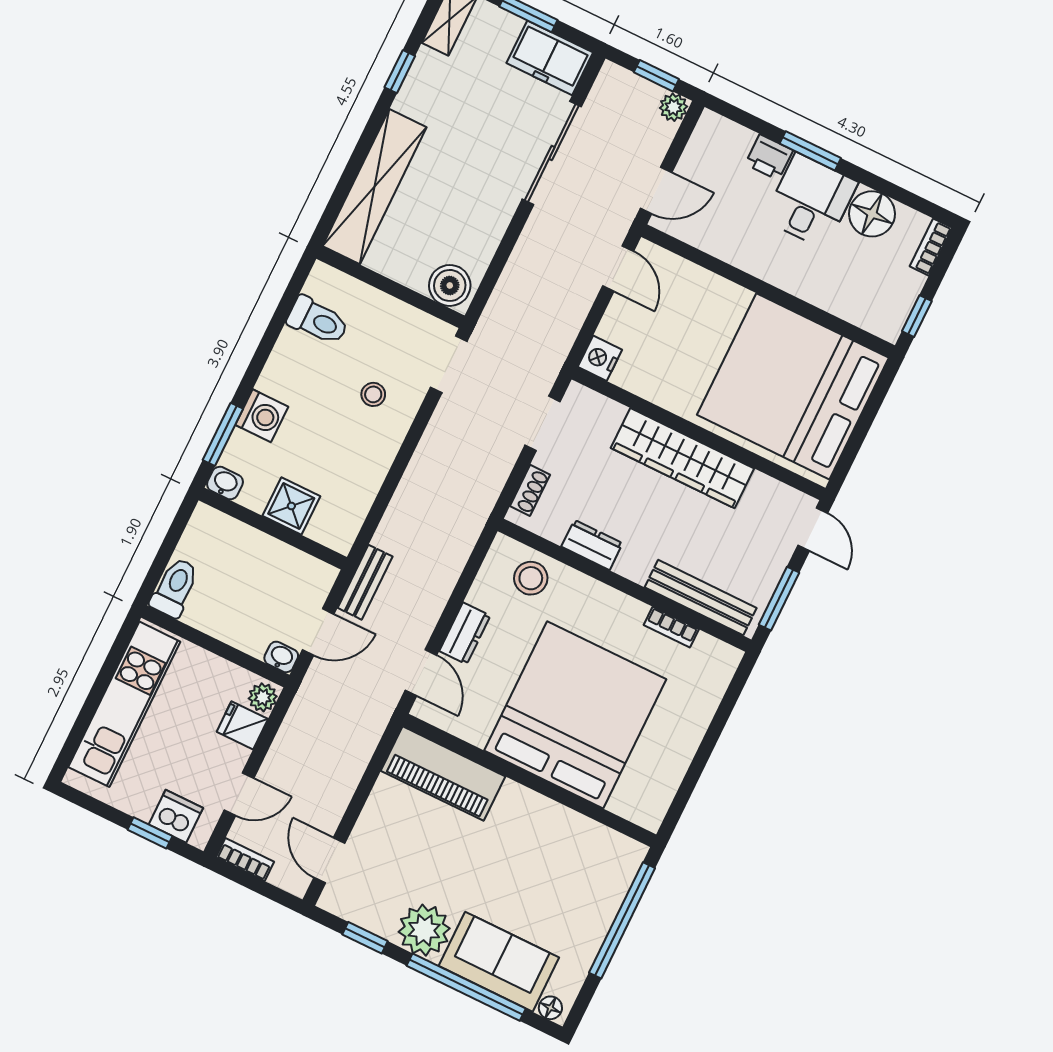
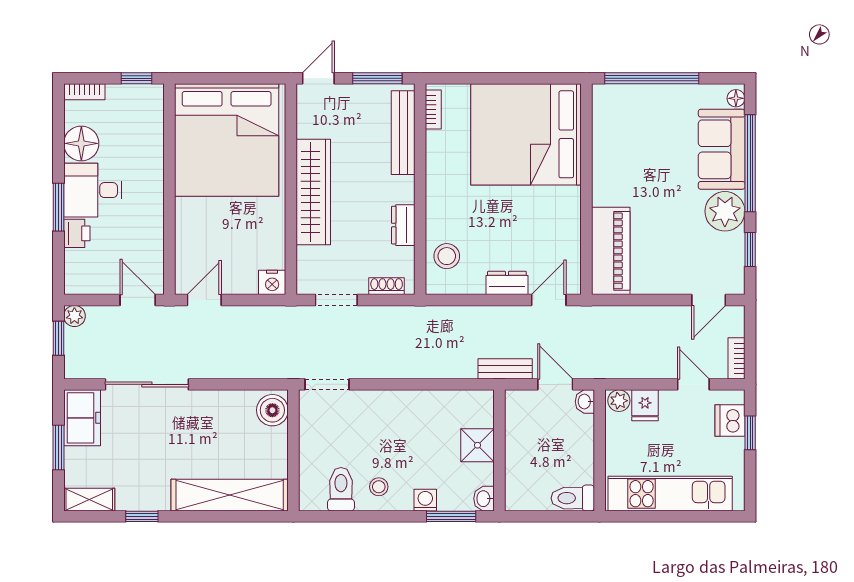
stool: (373, 394) -> (379, 487), moved
washing machine: (262, 416) -> (425, 500), width x0.73, depth x0.73
bookcase: (671, 627) -> (433, 109), moved
bed: (575, 715) -> (526, 134), moved

